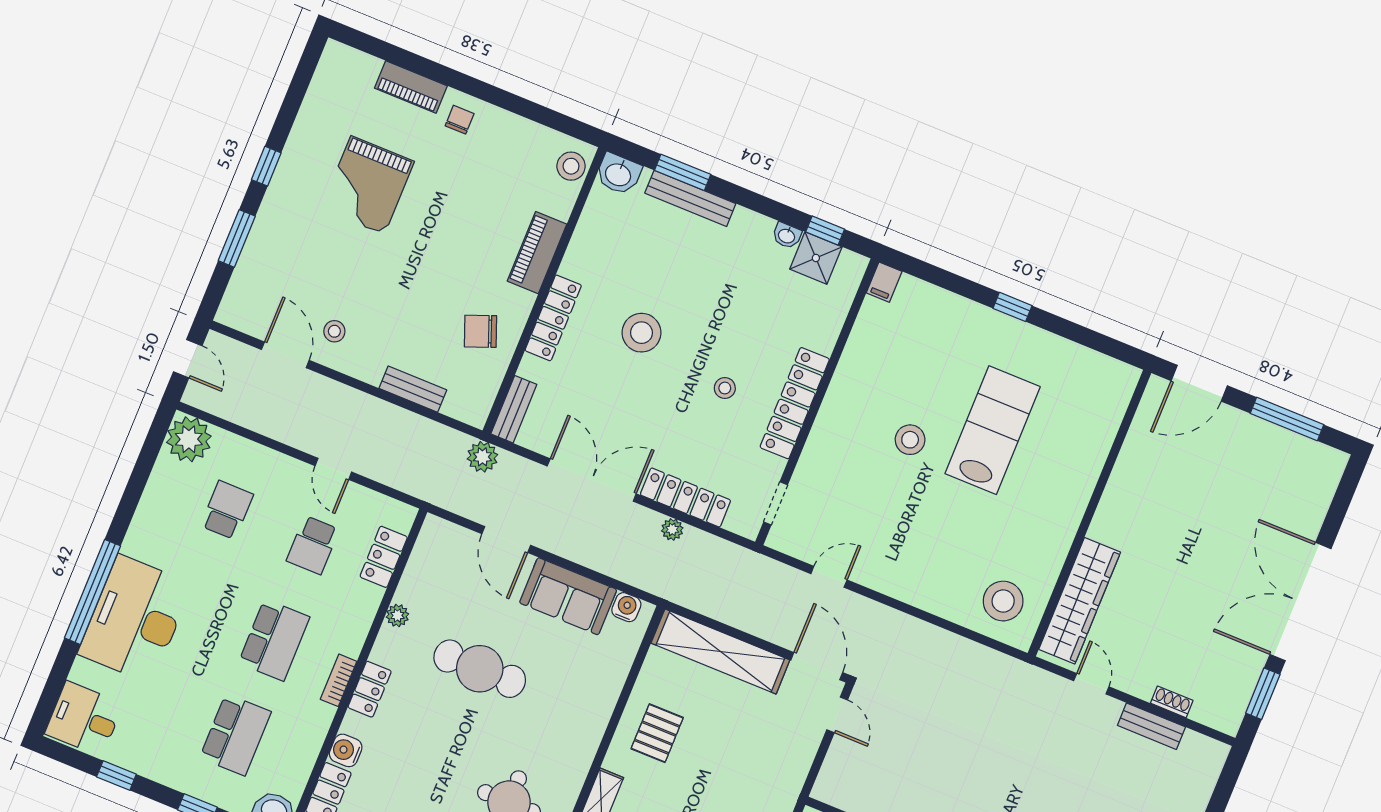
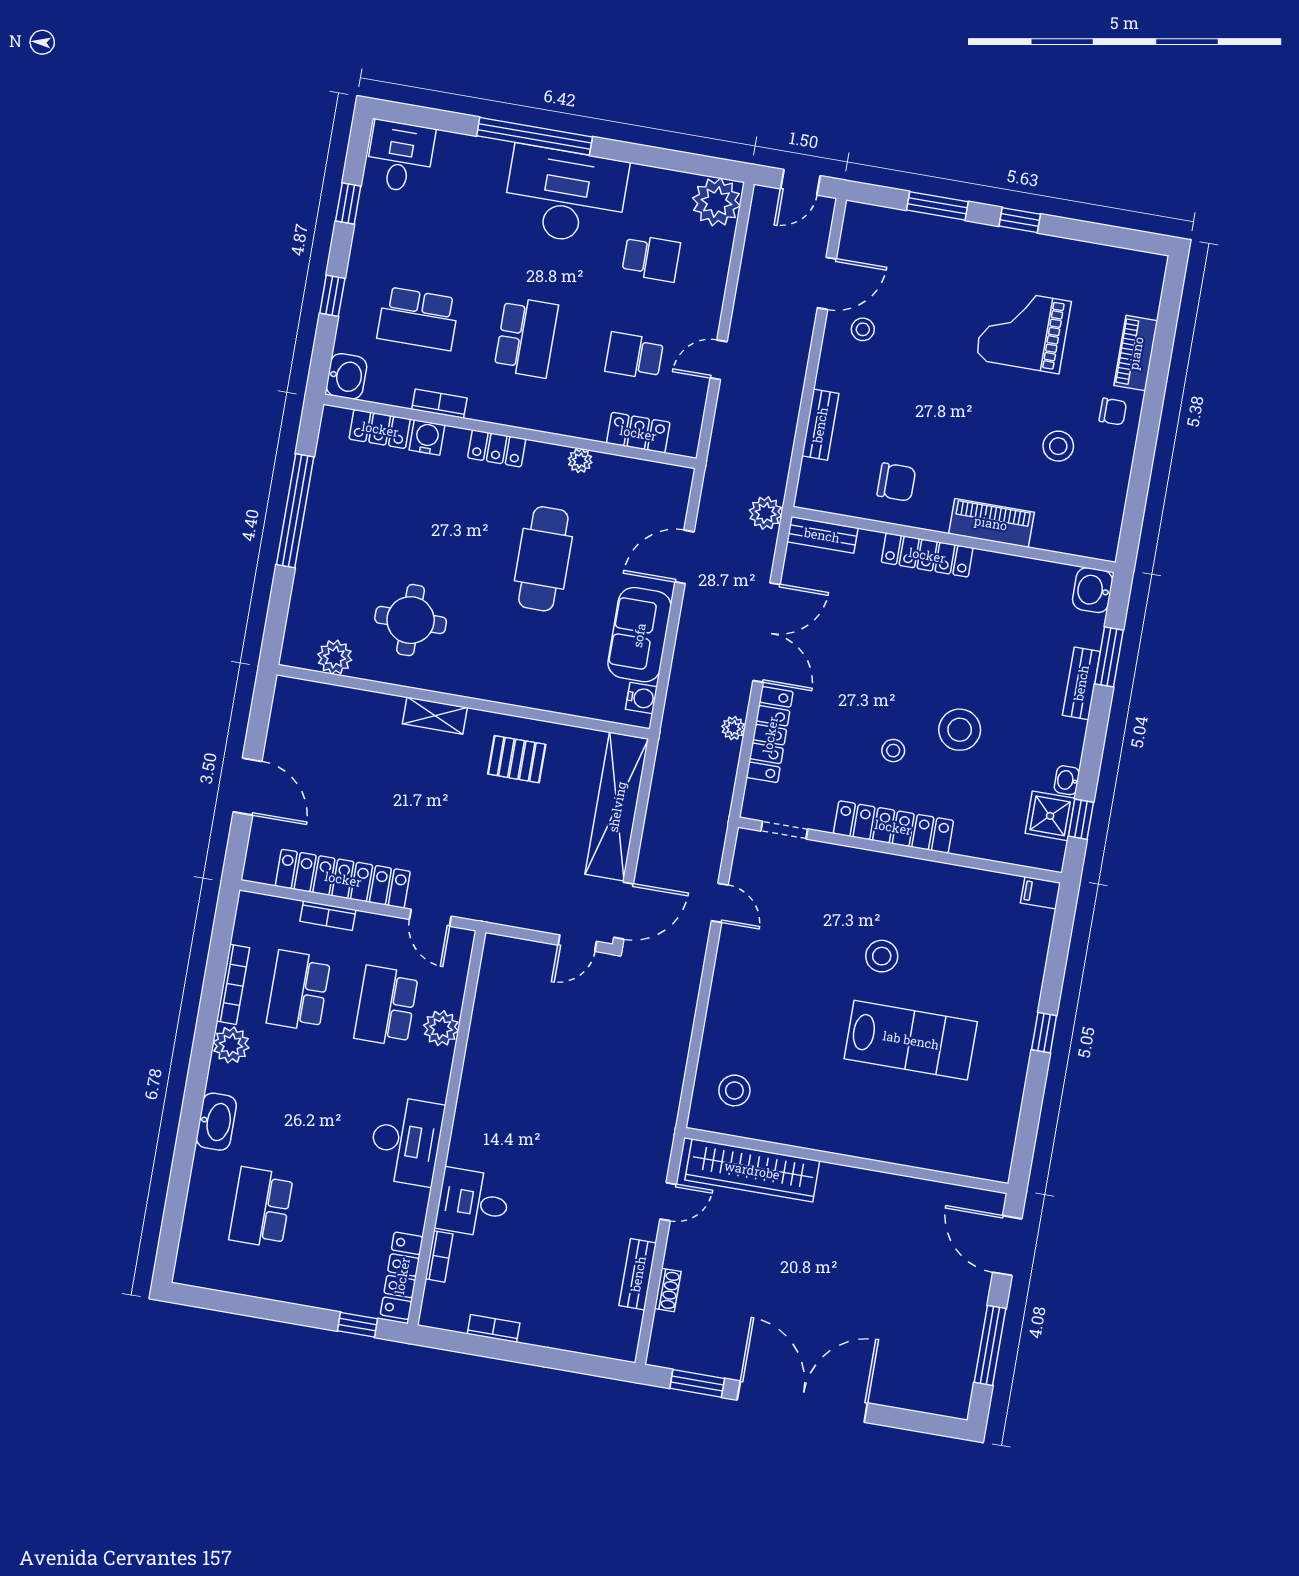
stool: (571, 166) -> (1058, 446), moved
bench: (690, 198) -> (1081, 683), width x0.73
chair: (480, 331) -> (896, 482), turned 111
stool: (641, 333) -> (960, 730), moved
stool: (1003, 601) -> (734, 1090), width x0.73, depth x0.73
desk: (135, 619) -> (565, 196), moved
school desk: (274, 640) -> (526, 337), turned -90
bookcase: (339, 680) -> (439, 404), moved

